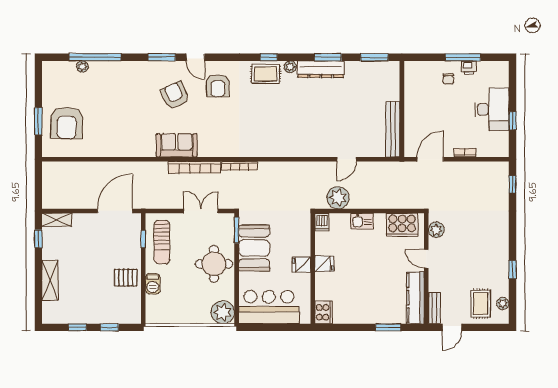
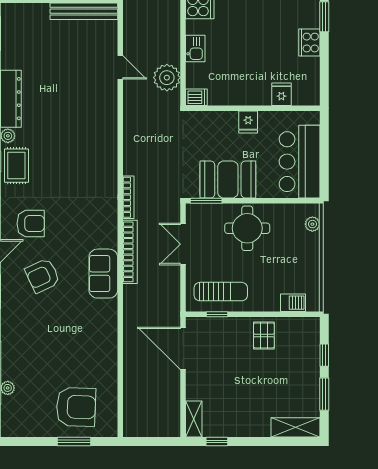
fridge: (324, 264) -> (281, 94), moved
shelving: (50, 280) -> (296, 427), moved
barbecue: (153, 284) -> (293, 303), moved
plant: (223, 312) -> (312, 224), width x0.53, depth x0.53
cooker: (324, 312) -> (309, 43), moved, turned -90
window: (77, 327) -> (324, 394), width x1.50

